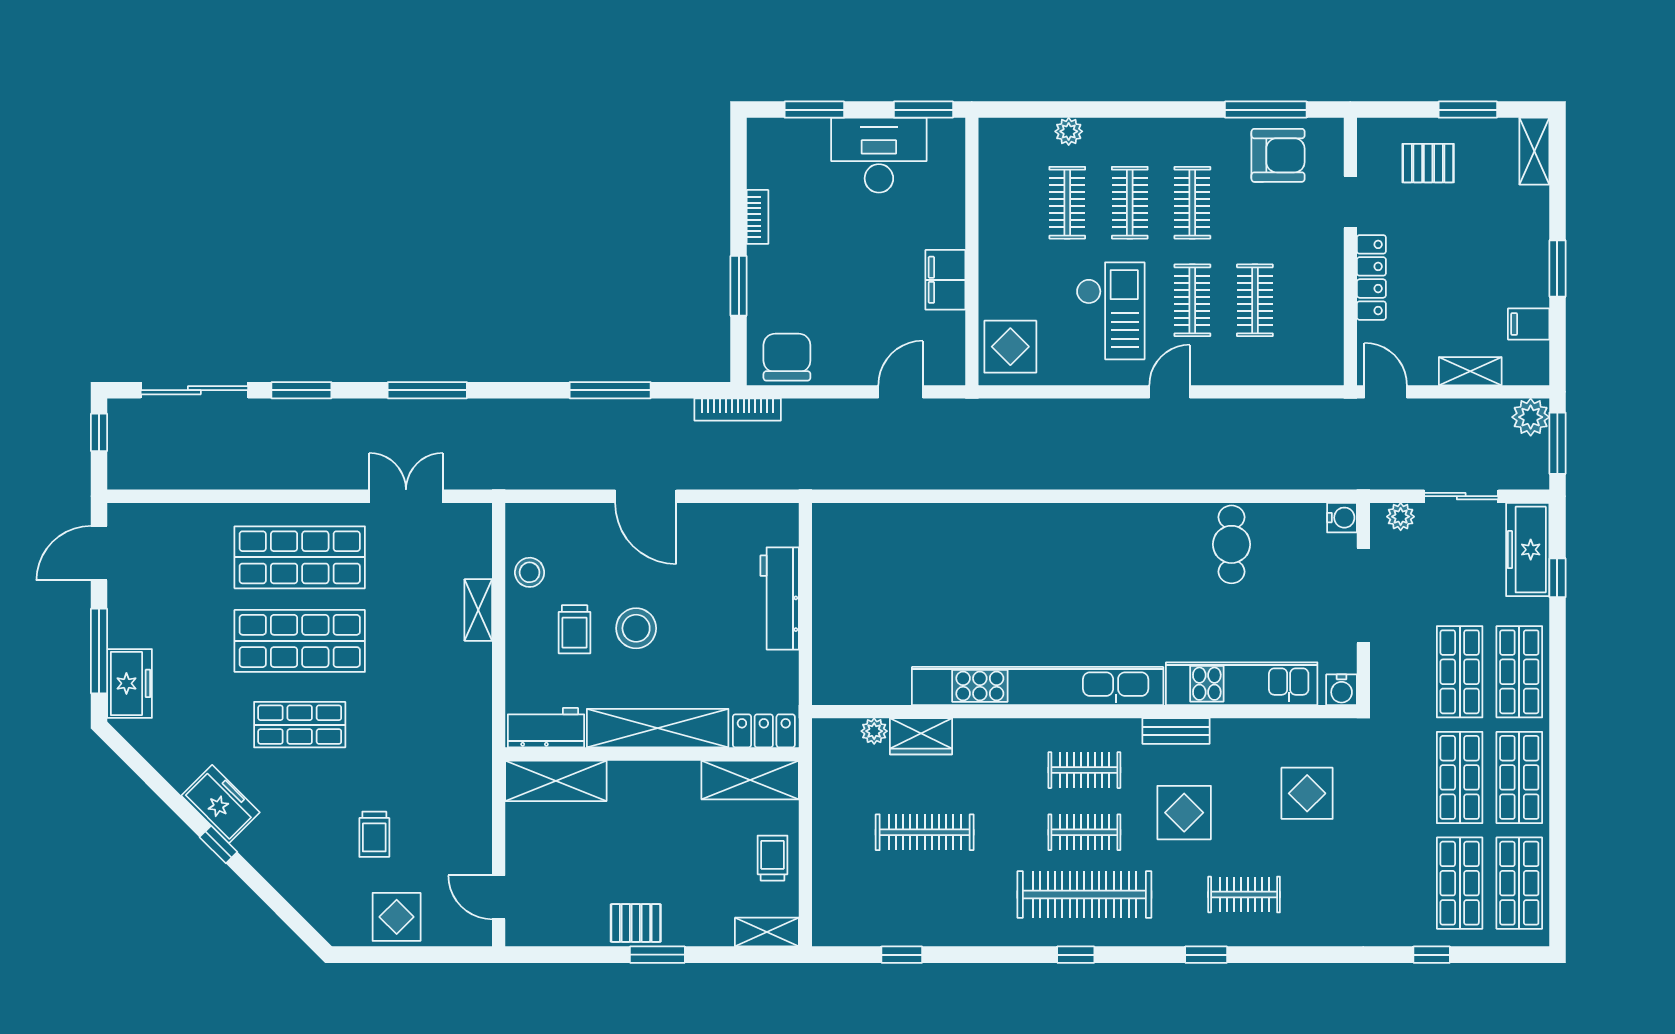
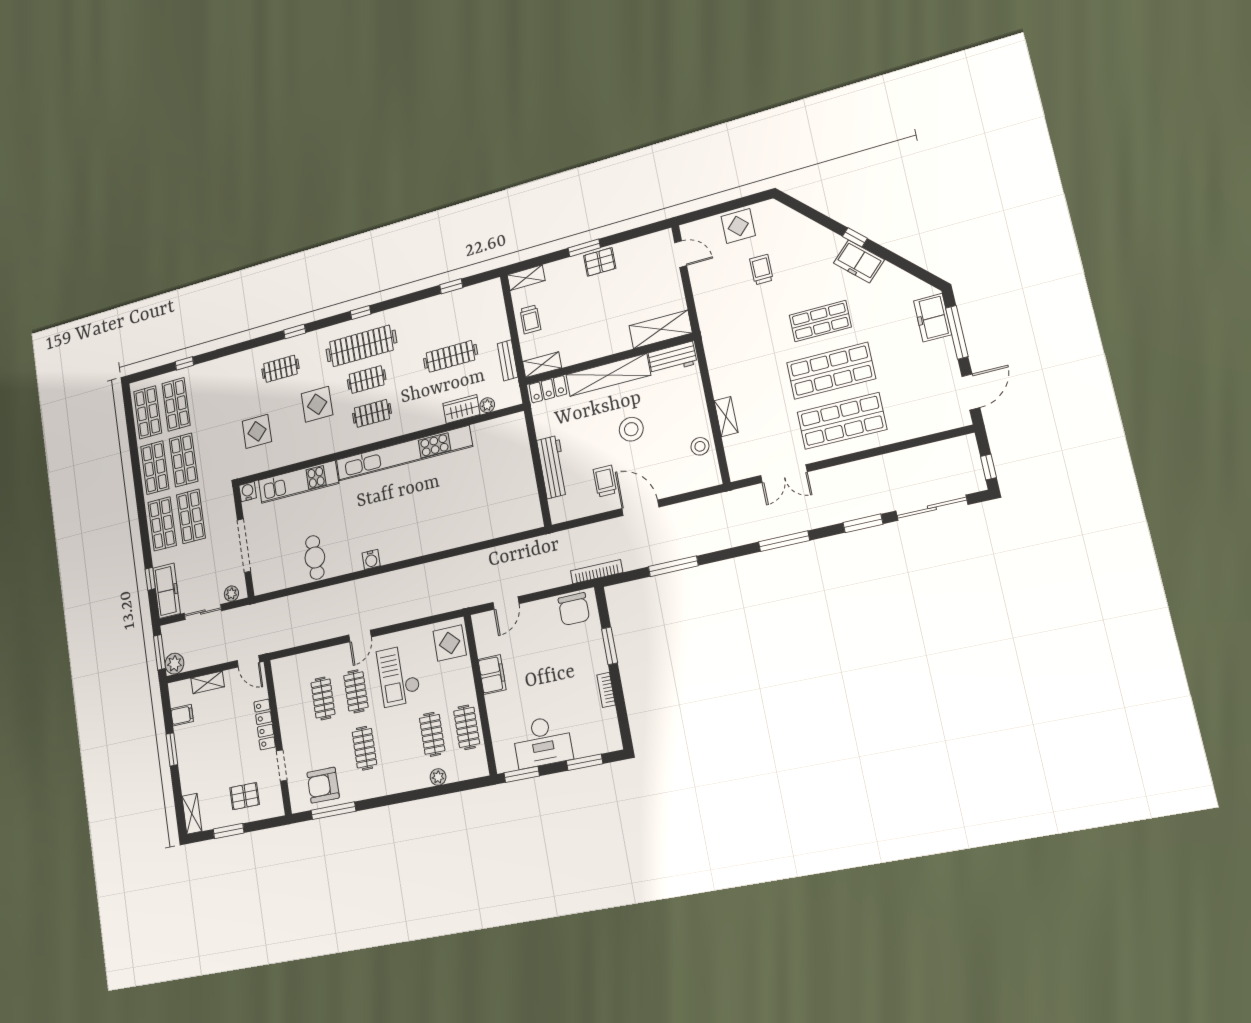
clothes rail: (1130, 203) -> (467, 727), moved
water cooler: (1342, 518) -> (371, 559), moved, turned -90
trolley: (575, 629) -> (605, 481), moved
bench: (1176, 731) -> (508, 360), moved, turned 90
shelving: (750, 780) -> (542, 365), width x0.67, depth x0.75

